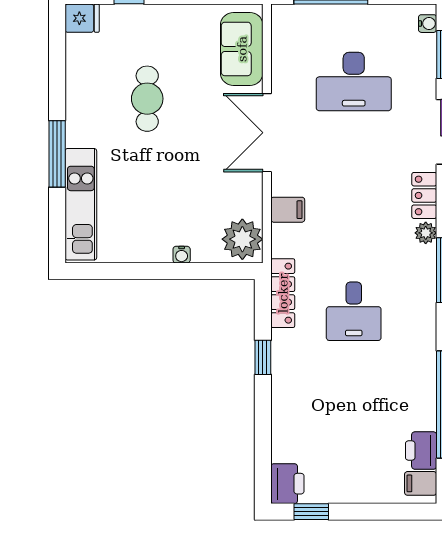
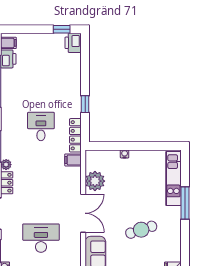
cafe table: (147, 99) -> (141, 230), turned 72
filing cabinet: (288, 210) -> (73, 160), moved
plant: (242, 239) -> (95, 181), moved

